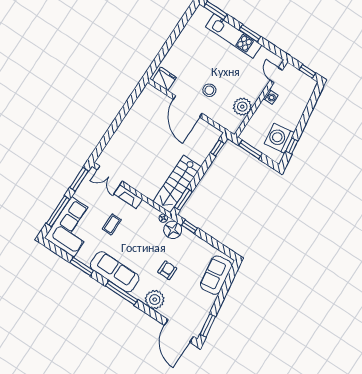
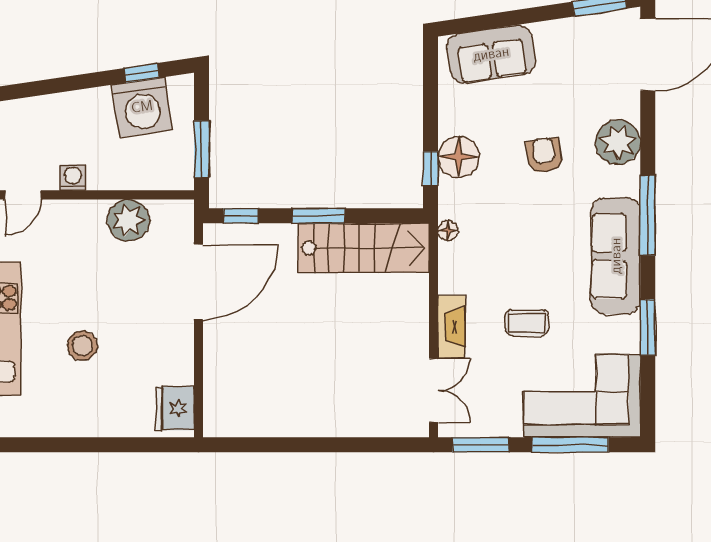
stool: (209, 90) -> (82, 346), moved
door: (188, 106) -> (199, 282), moved
window: (183, 199) -> (319, 216), moved
floor lamp: (173, 230) -> (459, 157), moved
armchair: (167, 270) -> (544, 155), turned 82

